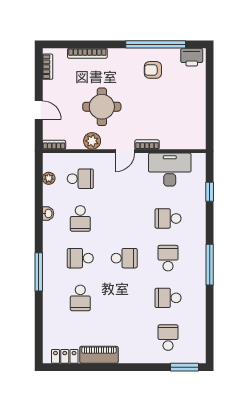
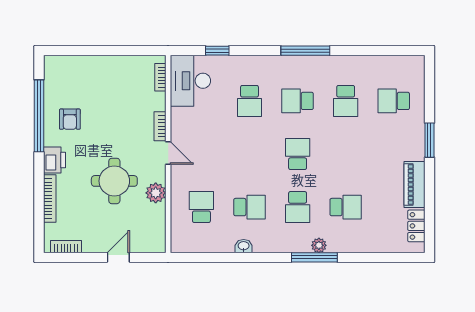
printer: (192, 57) -> (54, 160), moved
bookcase: (54, 145) -> (160, 77), moved
desk: (170, 170) -> (190, 81), moved
plant: (49, 178) -> (319, 245), moved
window: (184, 367) -> (429, 140), moved

